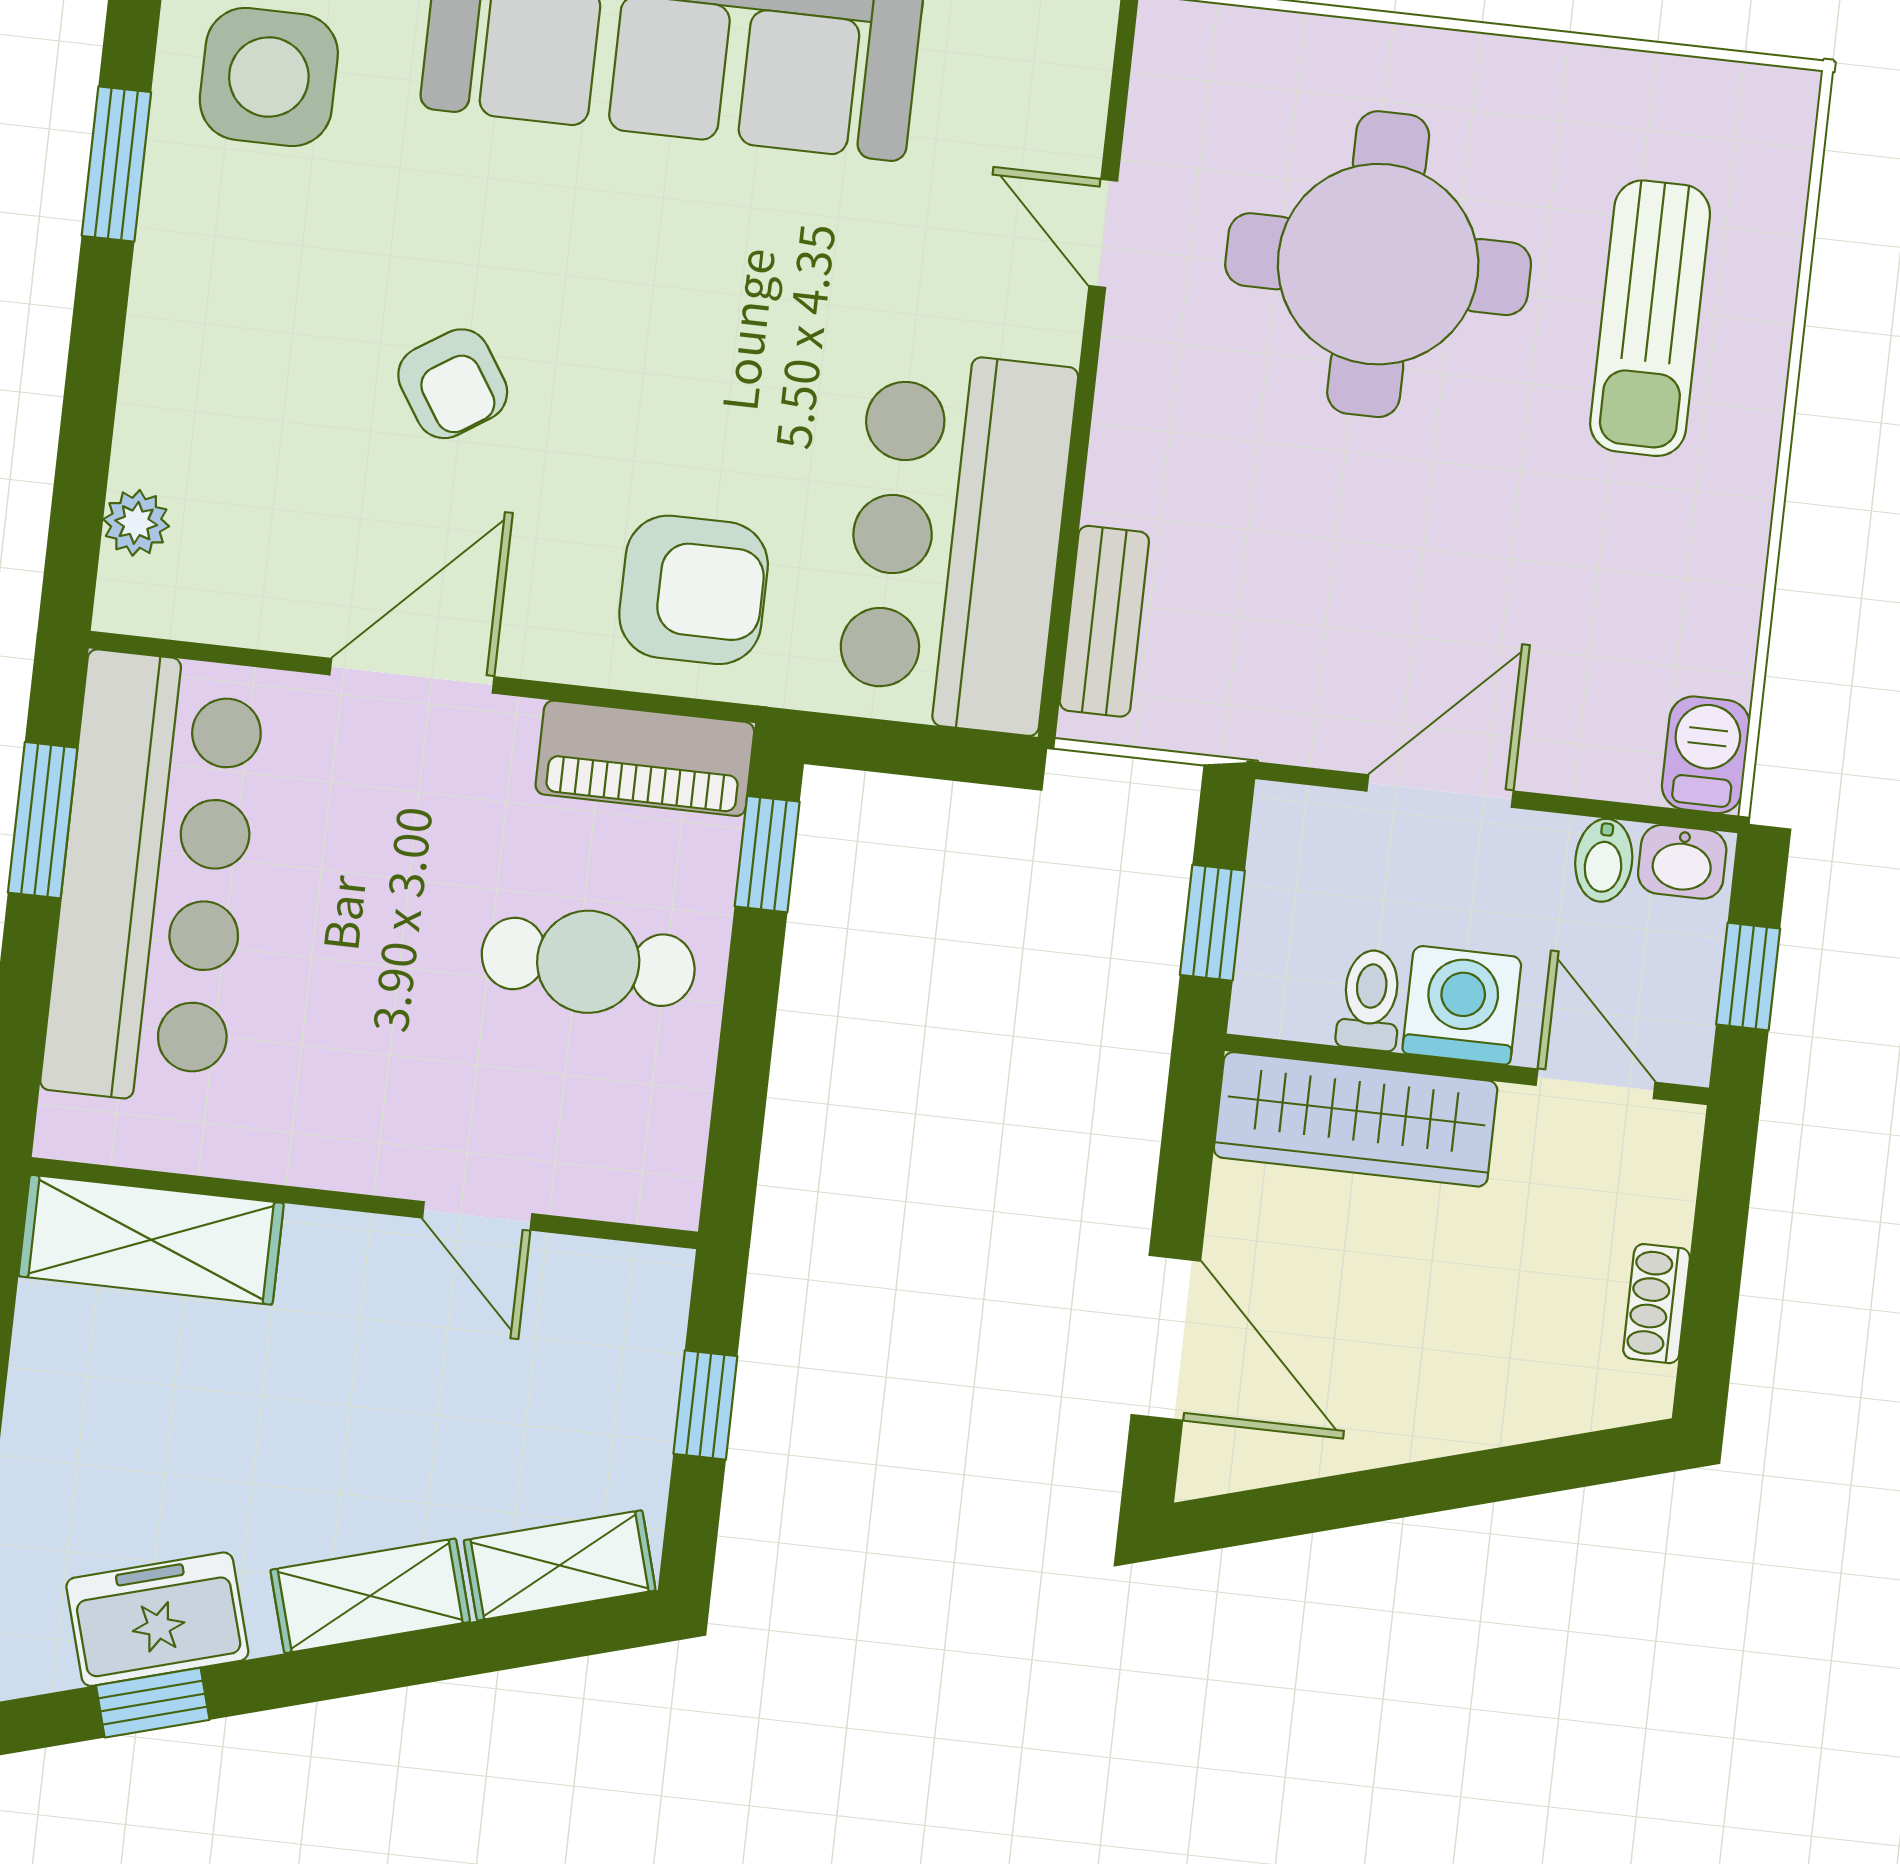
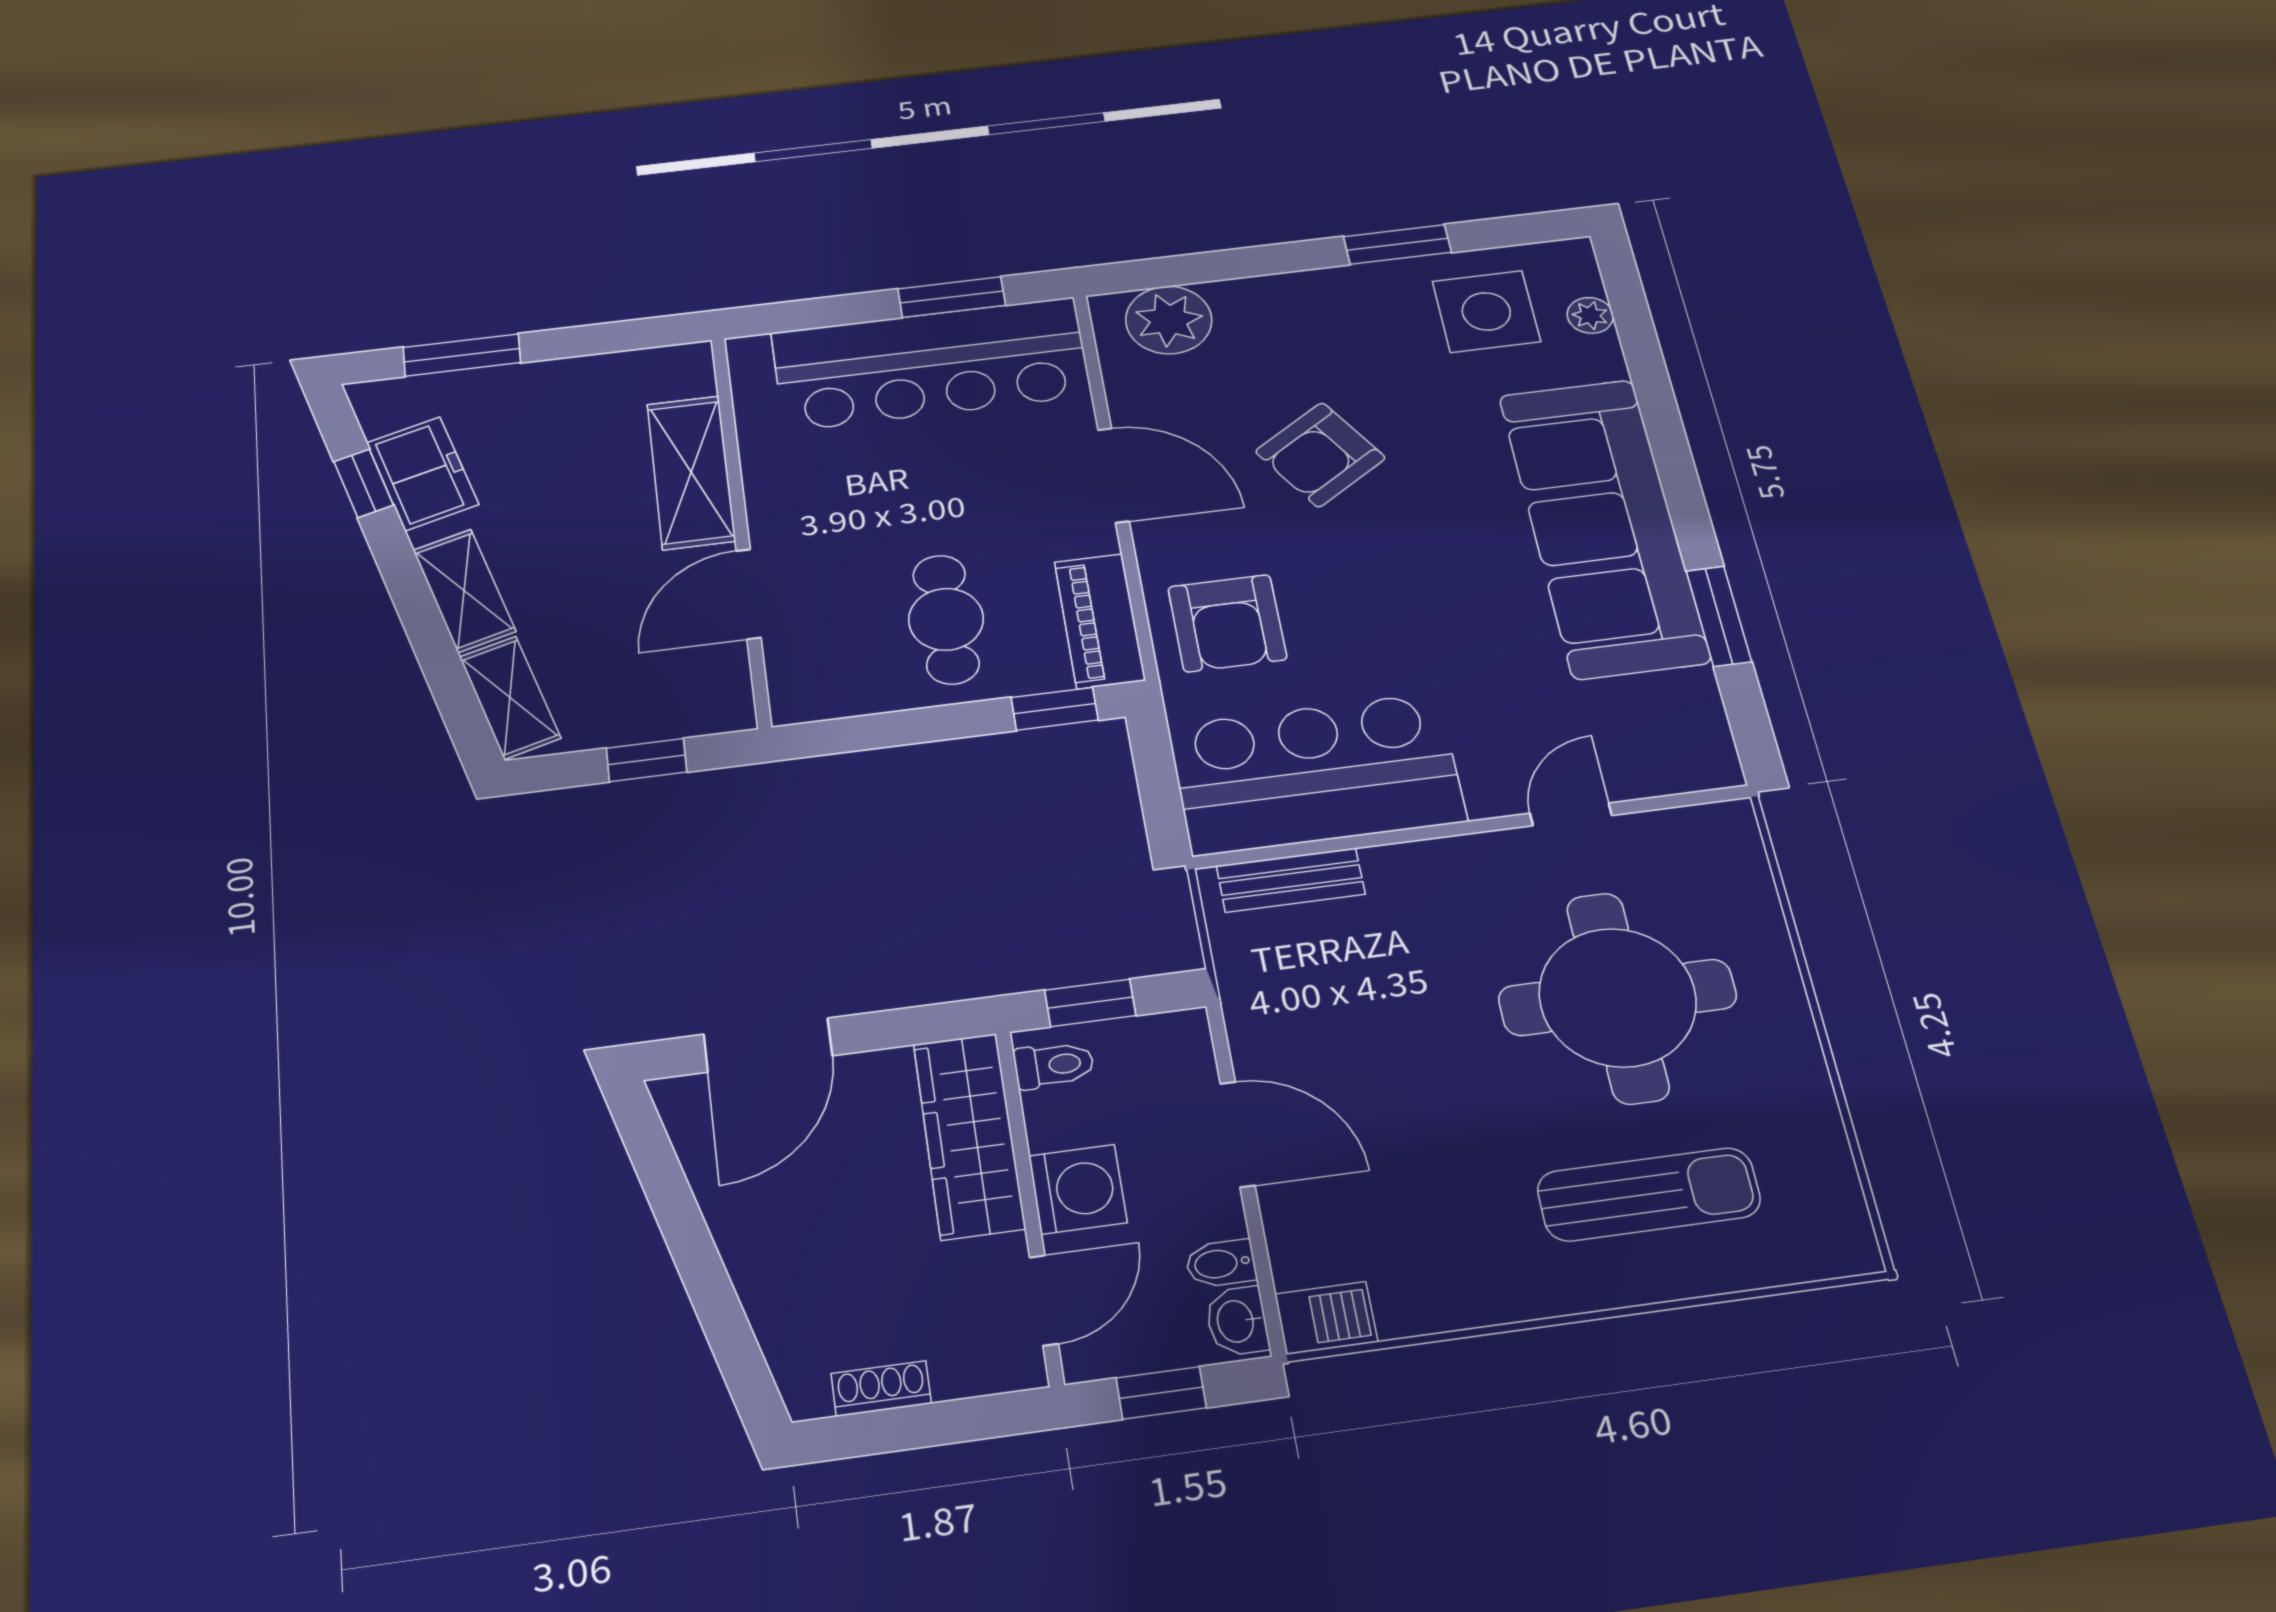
sun lounger: (1650, 318) -> (1649, 1194), turned 180
armchair: (453, 384) -> (1320, 455), width x1.38, depth x1.38
plant: (136, 523) -> (1169, 320), width x1.88, depth x1.88
toilet: (1370, 1000) -> (1054, 1065), moved
door: (477, 1216) -> (749, 594), width x1.38
shelving: (151, 1240) -> (691, 472), moved

